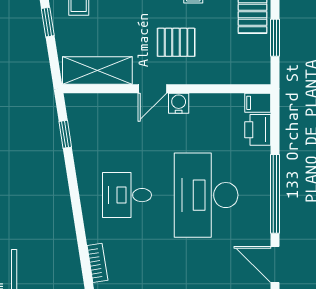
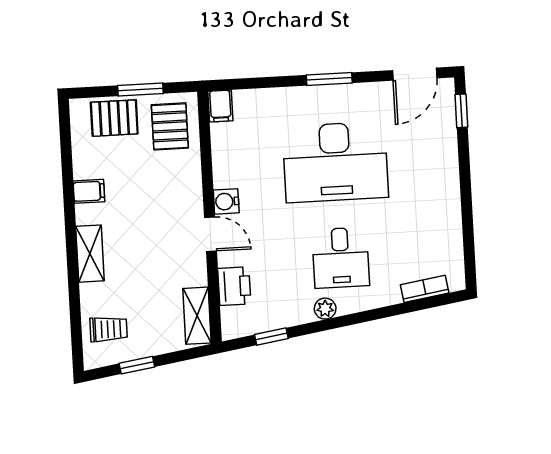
pallet: (176, 42) -> (170, 126), moved
shelving: (97, 70) -> (197, 316), width x0.67, depth x0.75
printer: (258, 130) -> (234, 286), moved, turned -90
plant: (86, 180) -> (325, 309), added
window: (275, 194) -> (329, 79), width x0.47

